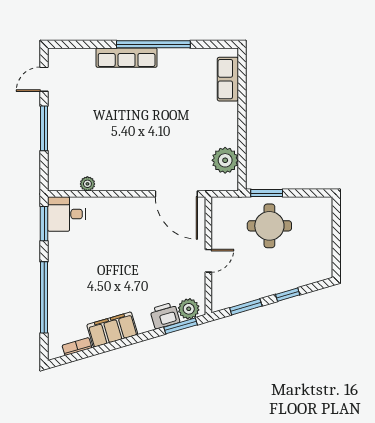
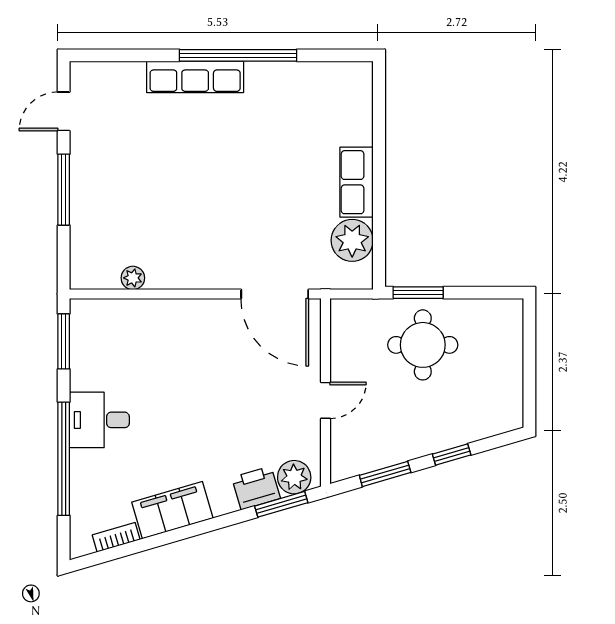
row of seats: (228, 79) -> (357, 182), moved
desk: (66, 214) -> (99, 420), moved

